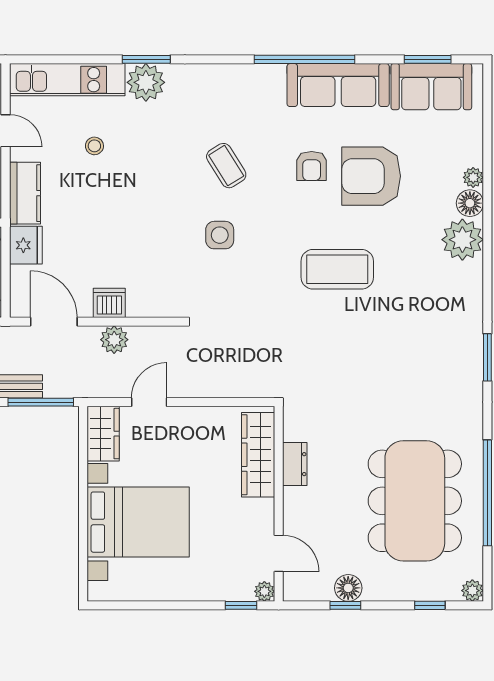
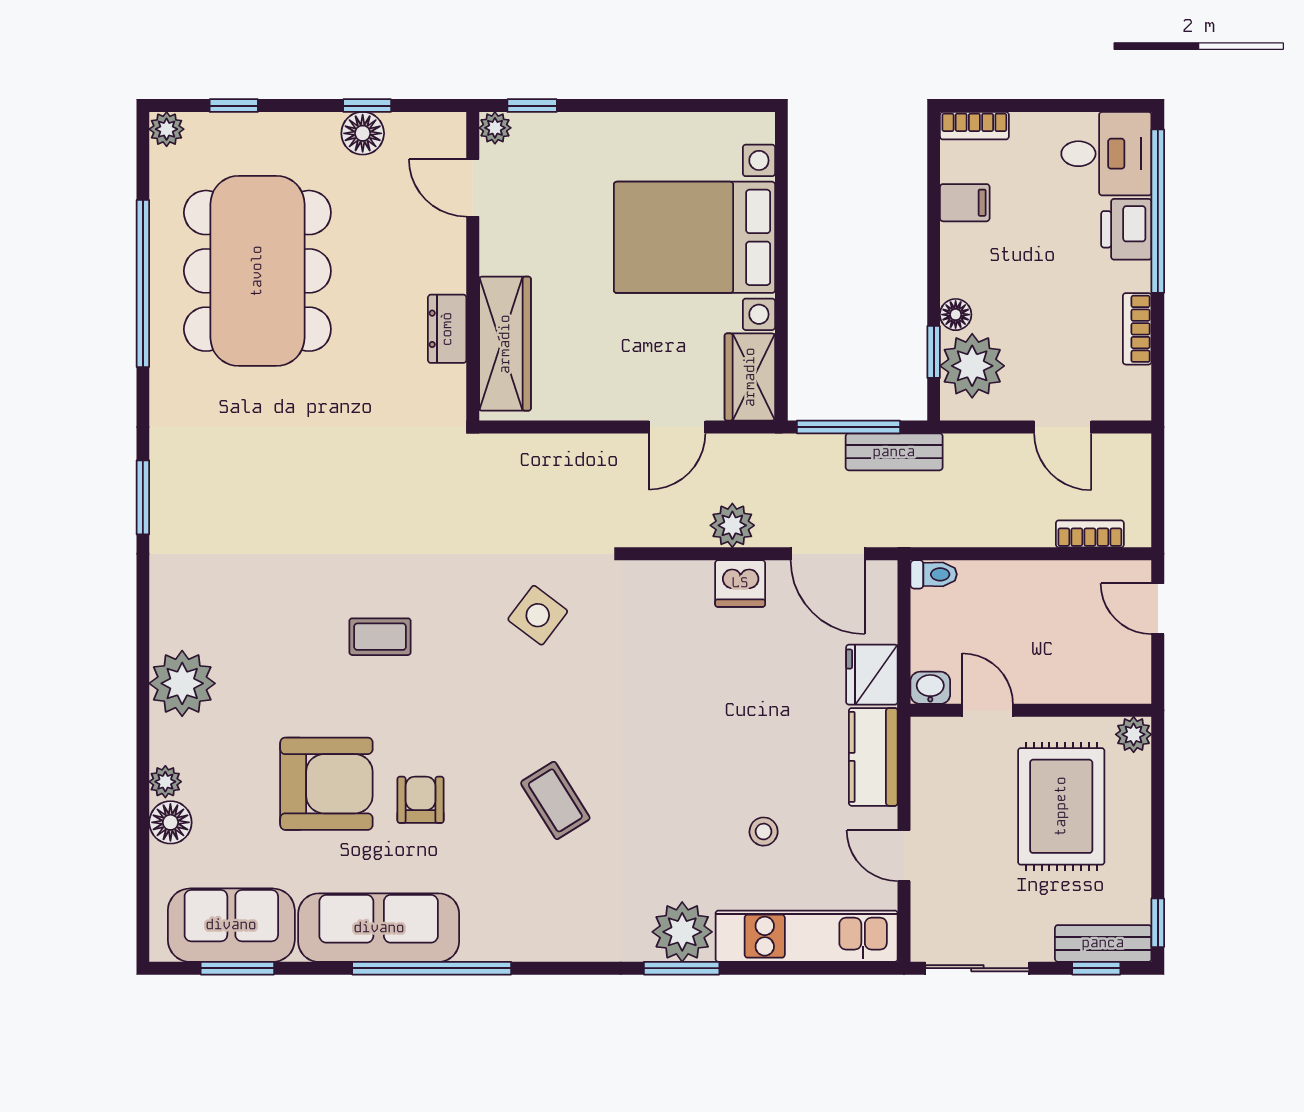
floor lamp: (470, 203) -> (170, 822), moved
side table: (220, 235) -> (538, 615), moved, turned 37
coffee table: (337, 269) -> (380, 637), width x0.54, depth x0.58

